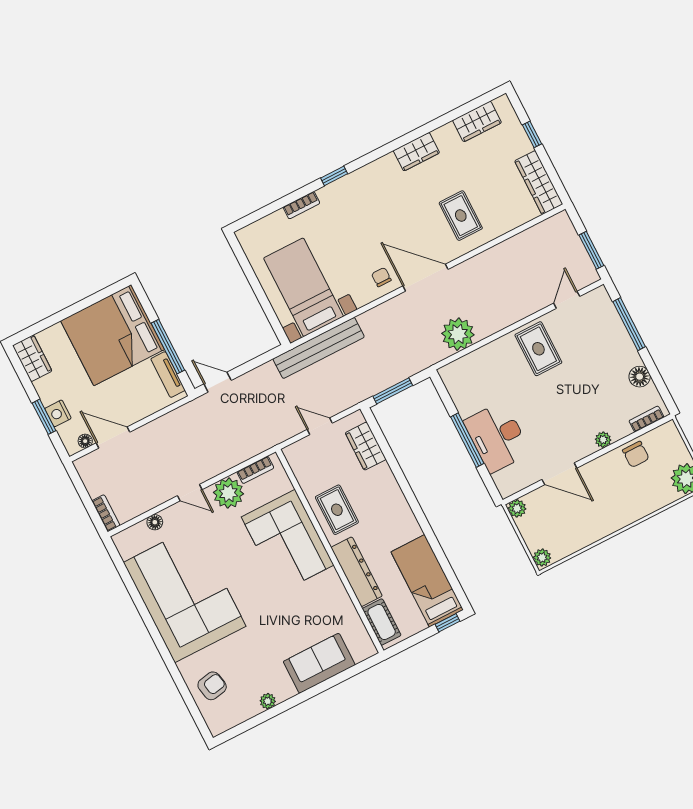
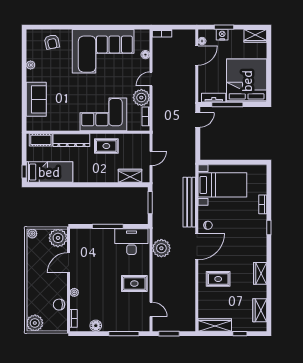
bench: (319, 348) -> (189, 202), moved
desk: (497, 437) -> (131, 242), moved
plant: (517, 508) -> (58, 238), width x1.88, depth x1.88

